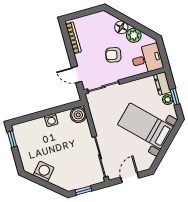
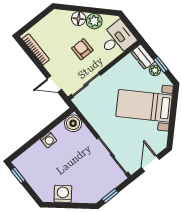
armchair: (113, 55) -> (82, 49), turned 78

